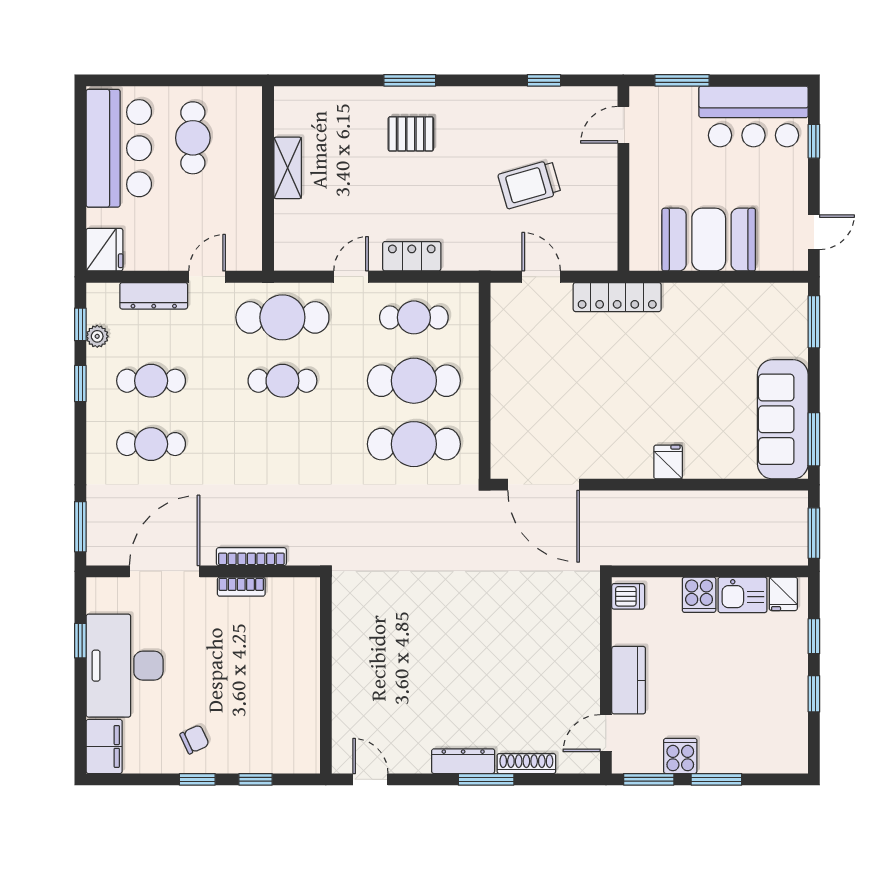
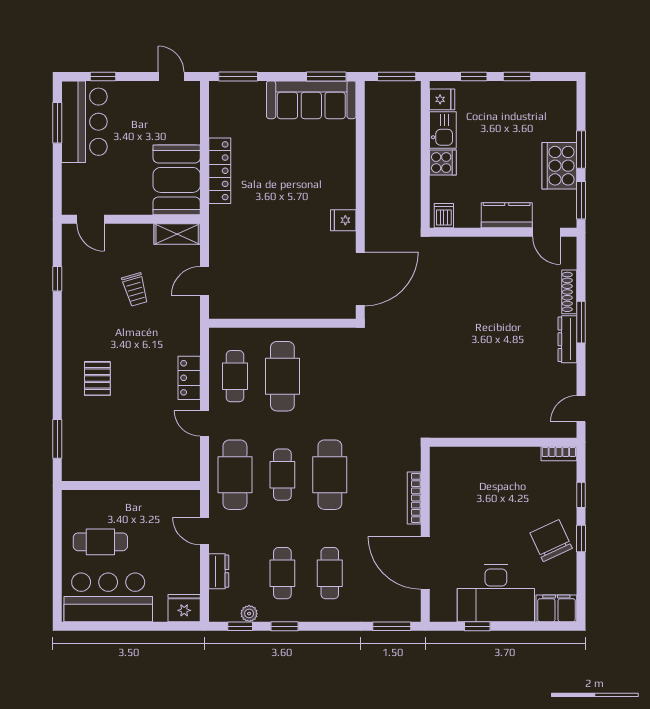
window: (410, 80) -> (57, 439), moved
window: (682, 80) -> (57, 123), moved
shelving: (288, 168) -> (177, 234), moved
trolley: (530, 184) -> (135, 290), width x0.73, depth x0.72
booth: (709, 240) -> (177, 180), moved
dresser: (154, 296) -> (219, 571), width x0.70
locker: (617, 297) -> (220, 171), moved
cafe table: (414, 444) -> (330, 475), moved
fridge: (668, 462) -> (343, 220), moved
bookcase: (241, 587) -> (559, 454), moved, turned 90
chair: (195, 739) -> (551, 541), width x1.87, depth x1.87
cooker: (680, 756) -> (559, 166), width x1.87, depth x1.31

